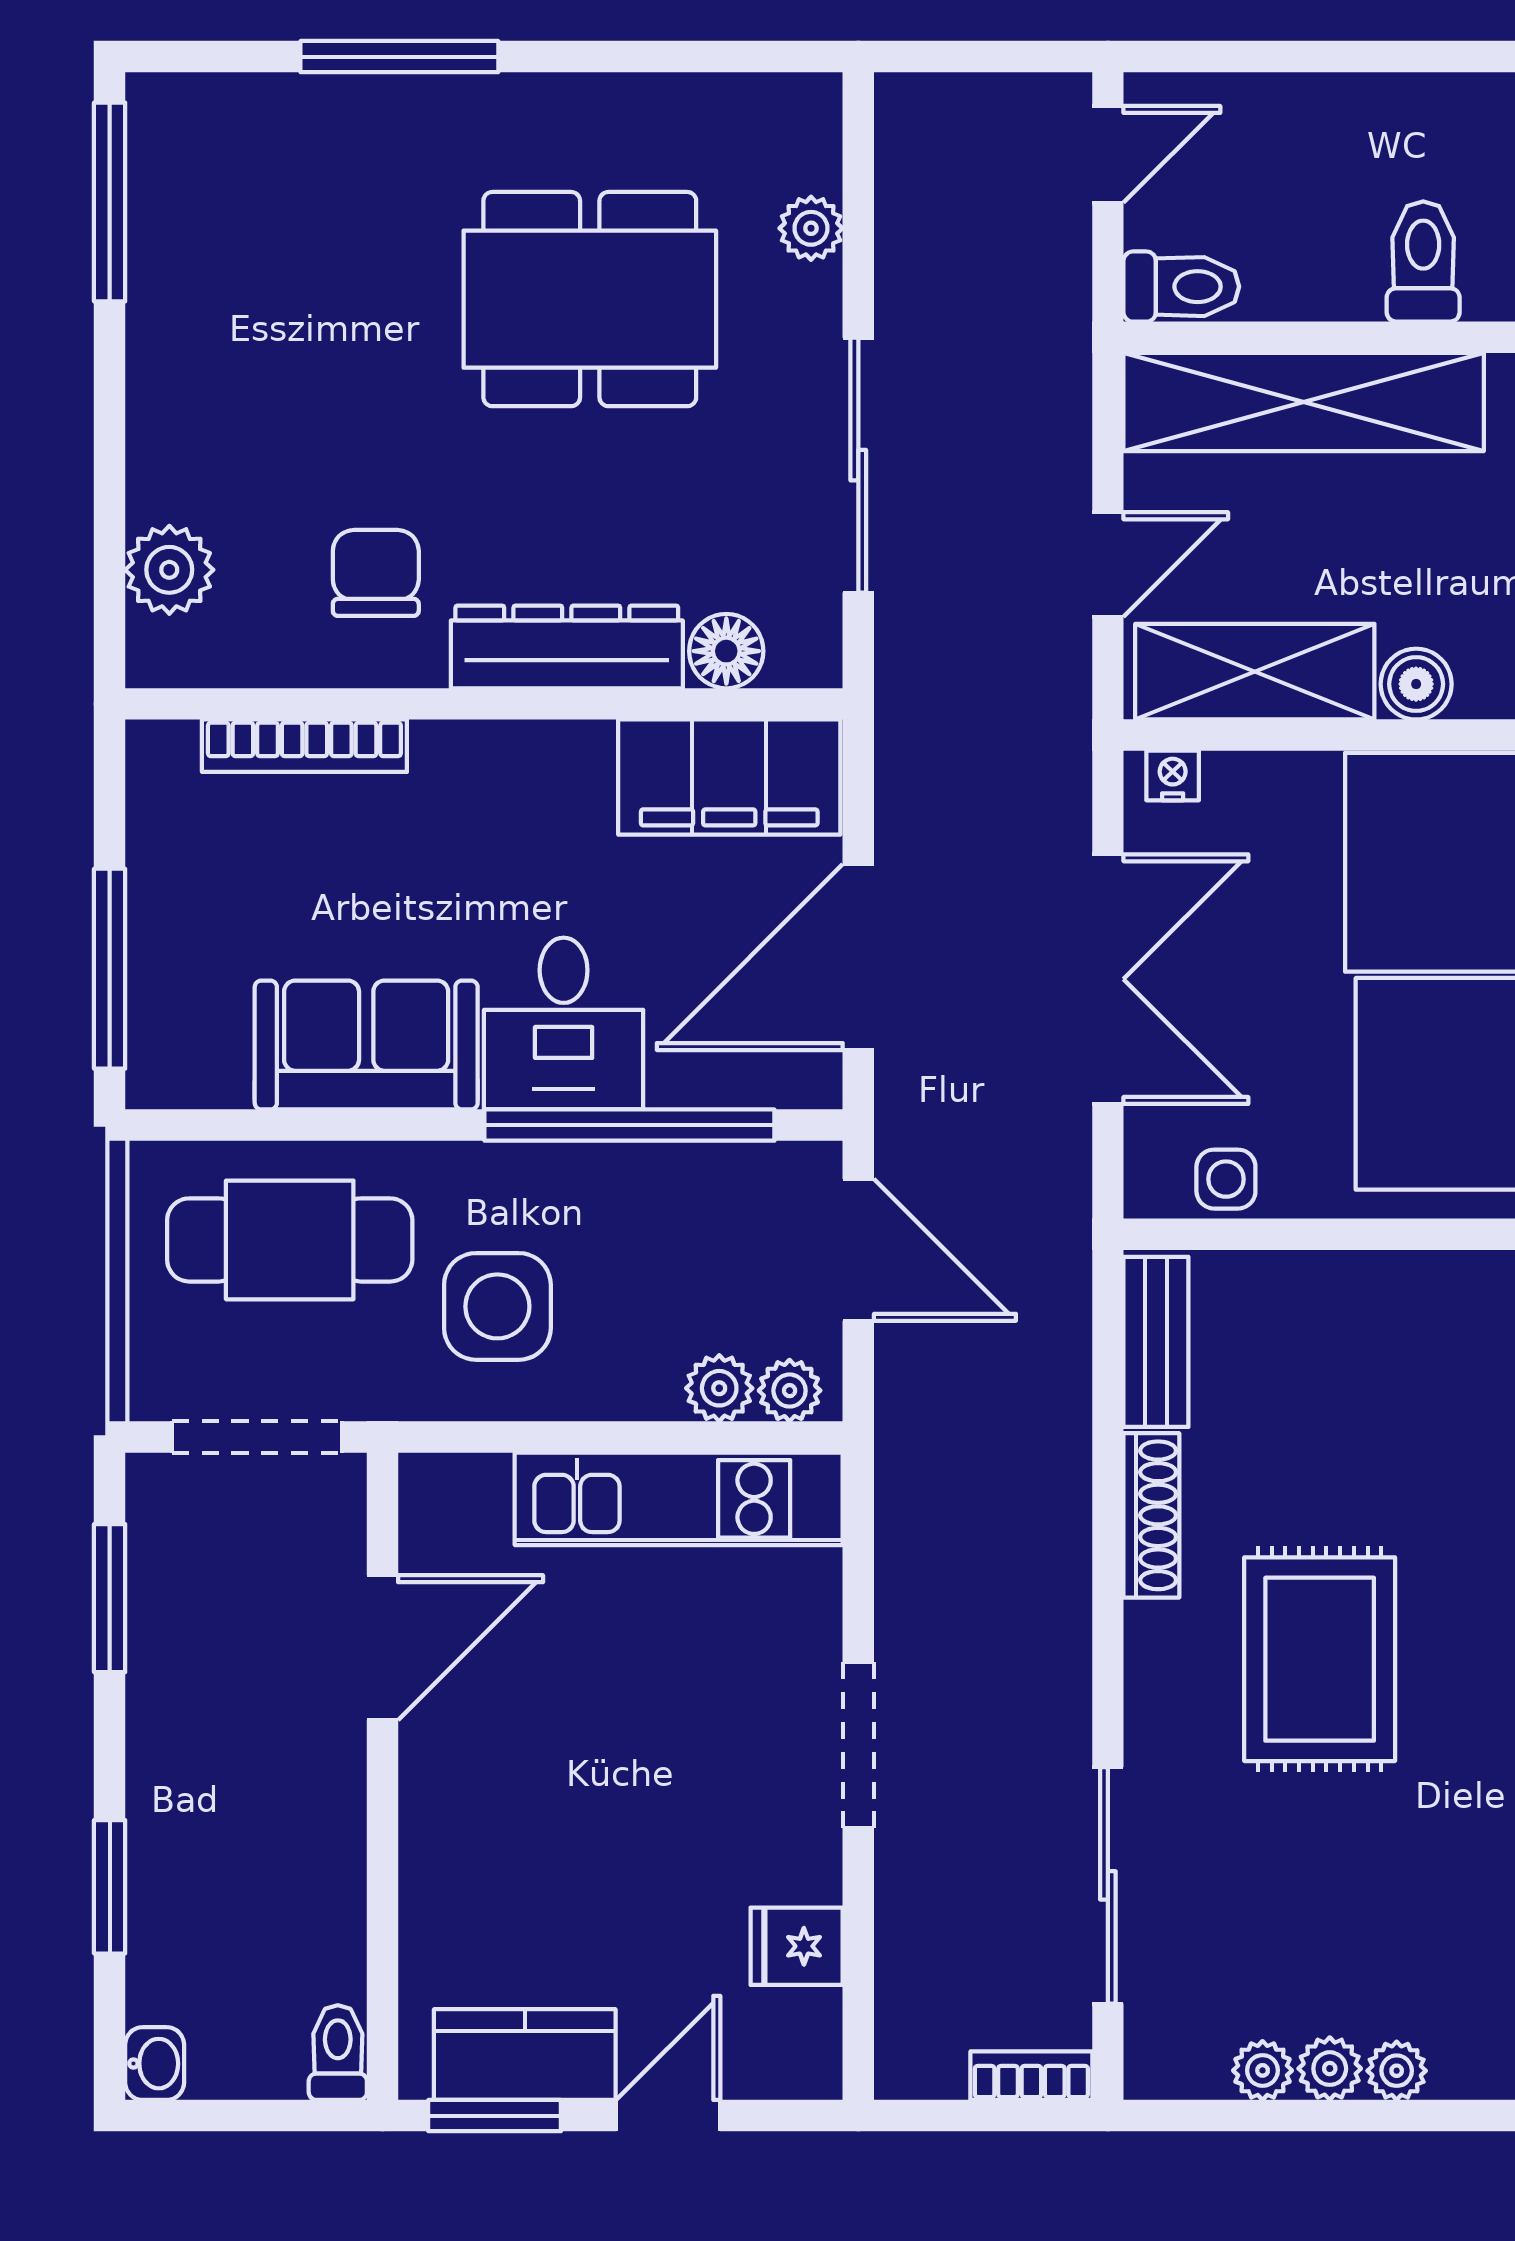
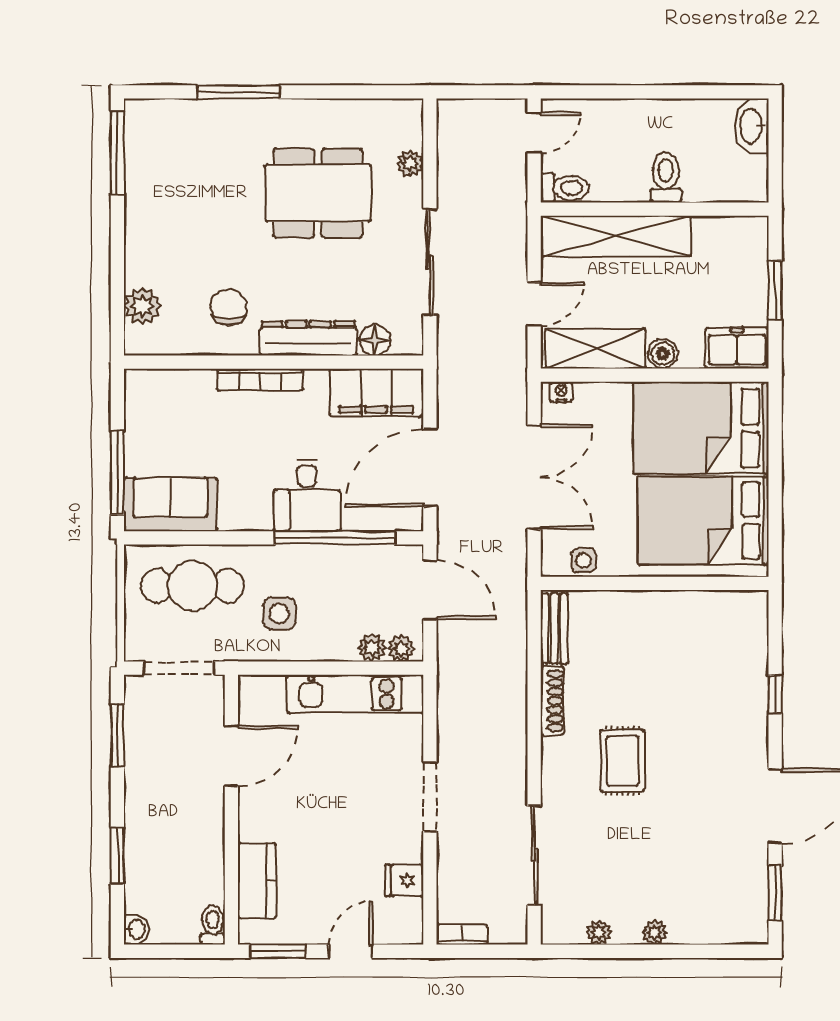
bookcase: (304, 746) -> (260, 379), moved
sofa: (366, 1045) -> (170, 504), moved
side table: (497, 1306) -> (279, 614), width x0.73, depth x0.73
rug: (1320, 1659) -> (623, 761), width x0.73, depth x0.70
kitchen counter: (525, 2055) -> (257, 881), moved, turned 90
plant: (1330, 2069) -> (627, 932), removed
bookcase: (1031, 2076) -> (462, 935), moved

